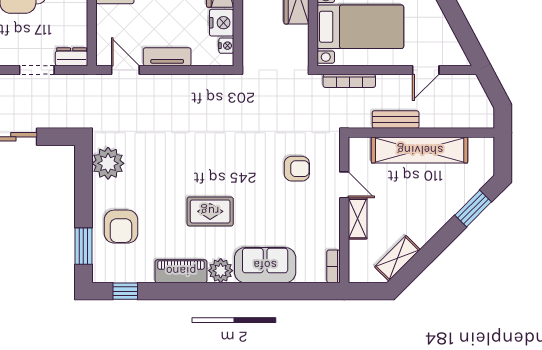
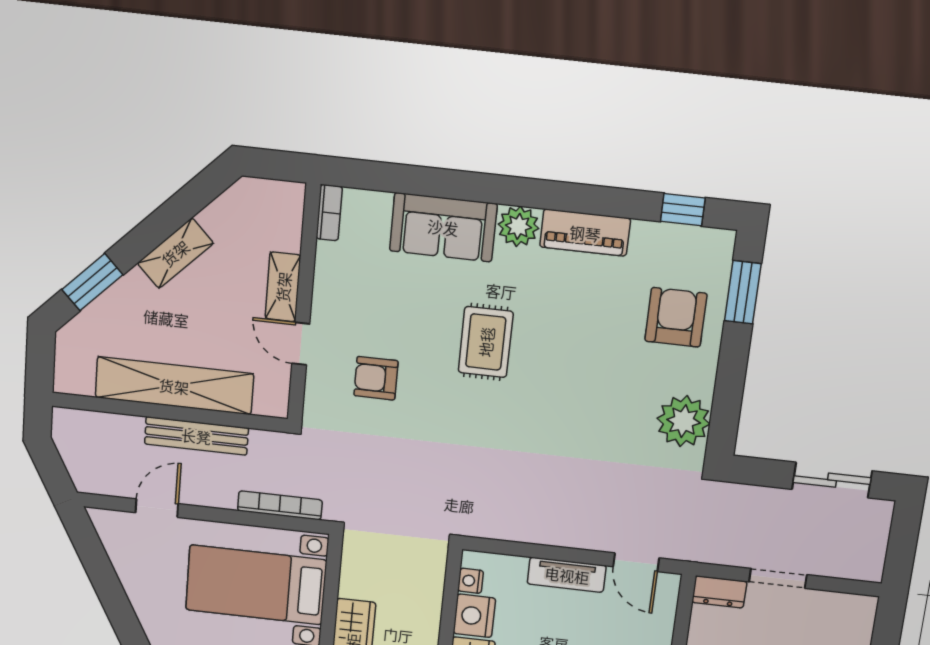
bench: (396, 120) -> (196, 436), width x1.36
rug: (210, 211) -> (486, 342), moved, turned 90
shelving: (397, 258) -> (175, 253), moved

